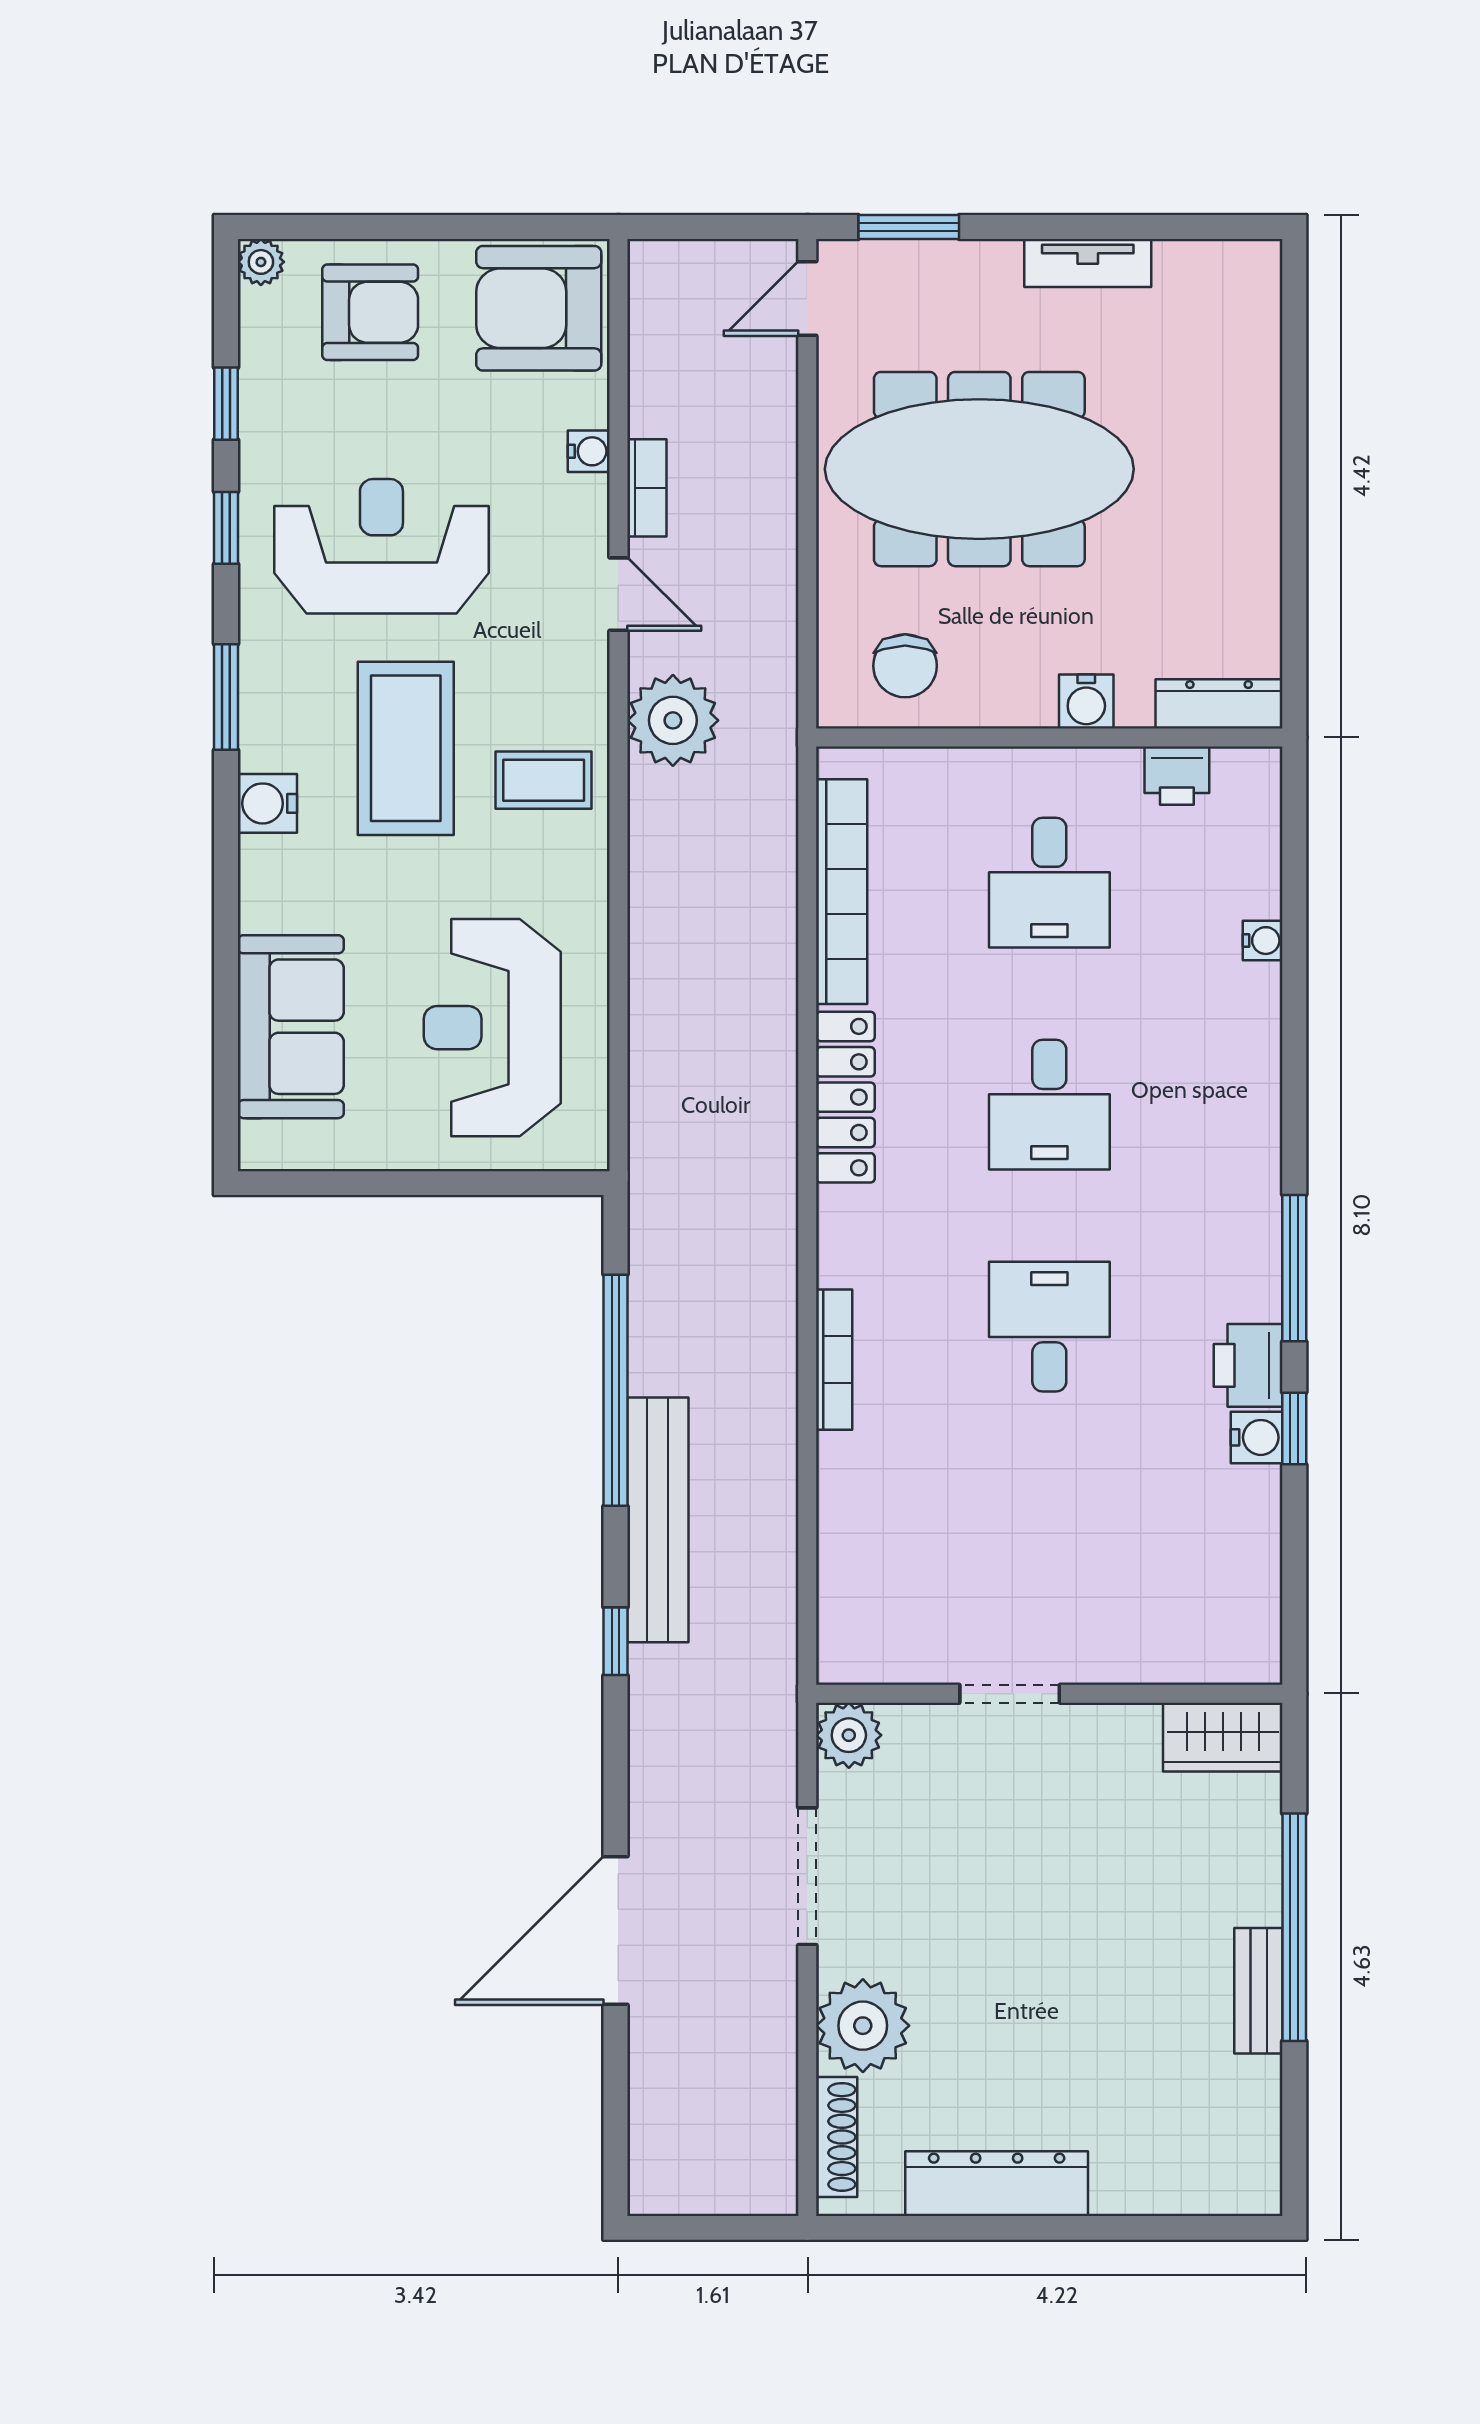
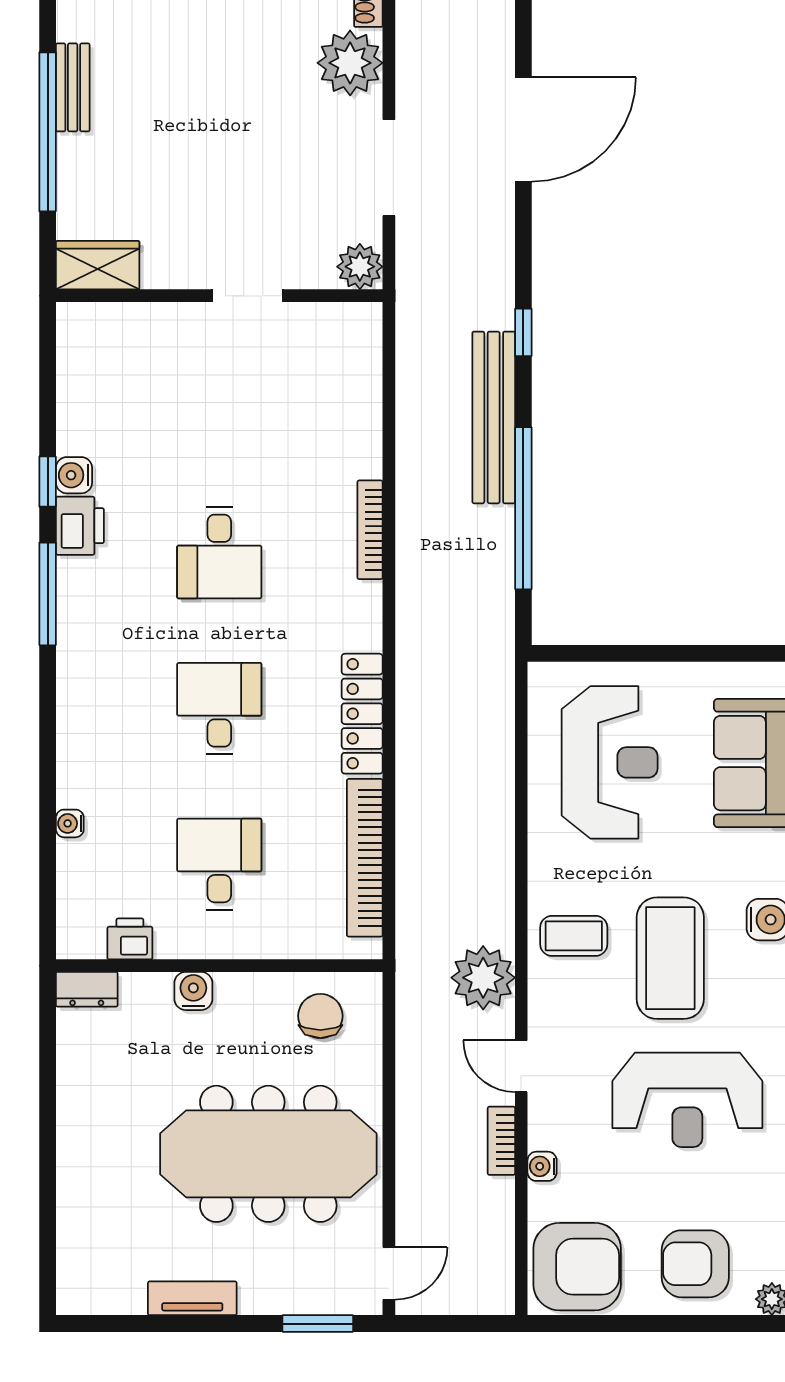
dresser: (1219, 704) -> (87, 989), width x0.70

